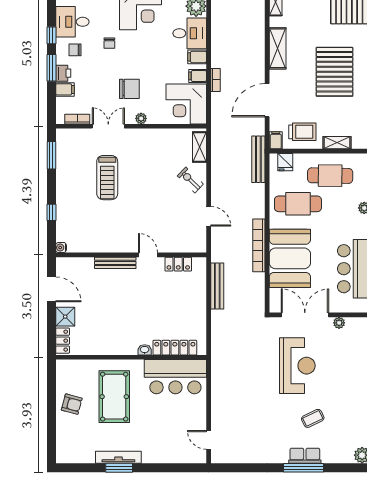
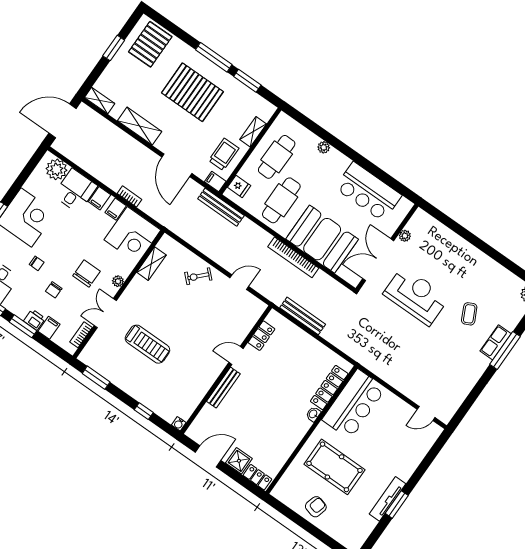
chair: (75, 50) -> (54, 290), moved
shelving: (199, 147) -> (151, 264), moved, turned 90

